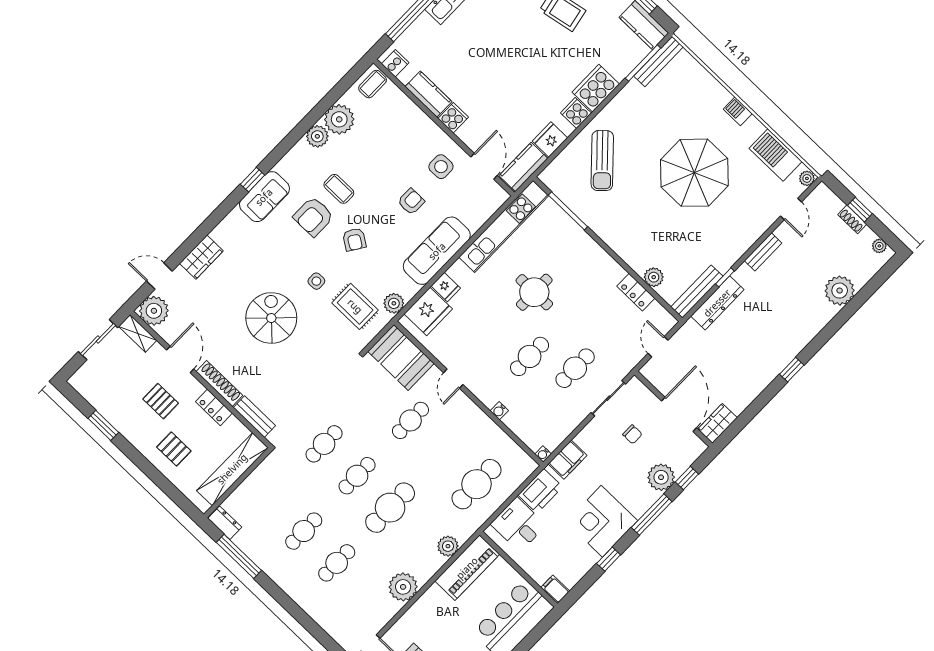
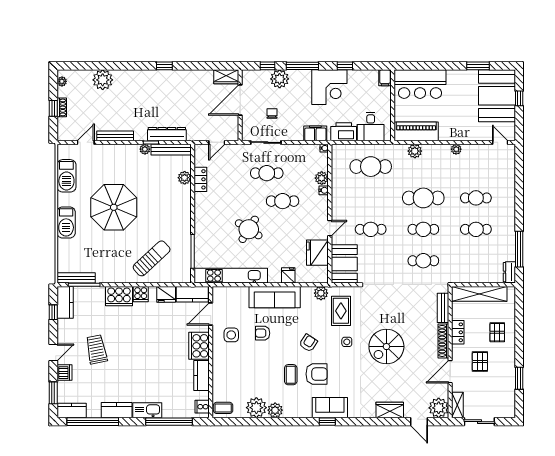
barbecue: (738, 111) -> (66, 222), width x1.88, depth x1.53
cooker: (453, 118) -> (199, 346), width x1.87, depth x1.31
plant: (807, 178) -> (145, 149), moved
bench: (763, 252) -> (115, 136), width x1.36
round table: (534, 292) -> (249, 229), turned 32
fridge: (428, 311) -> (317, 253), moved, turned -90
plant: (514, 421) -> (322, 178), added
plant: (403, 587) -> (456, 149), width x0.53, depth x0.53

